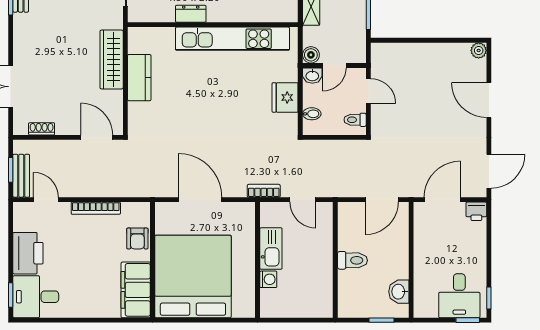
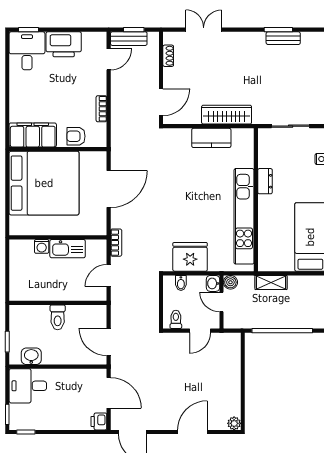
fridge: (285, 97) -> (190, 257), width x1.36, depth x1.34
bookcase: (96, 208) -> (101, 109), width x0.64
desk: (459, 296) -> (28, 386), moved

